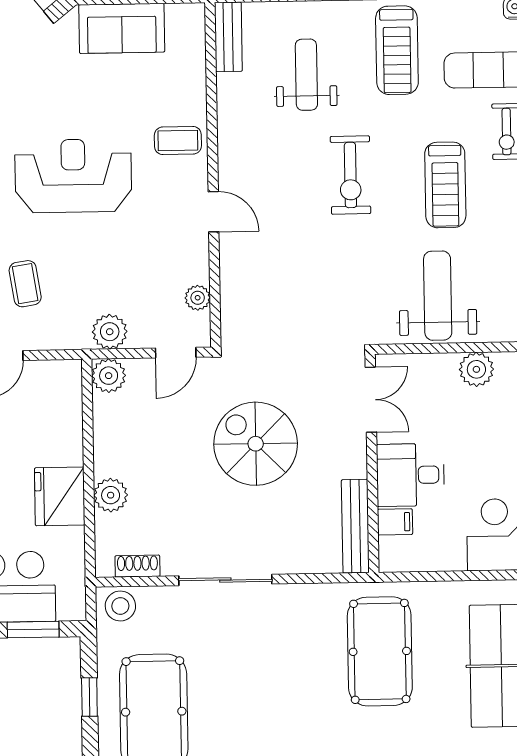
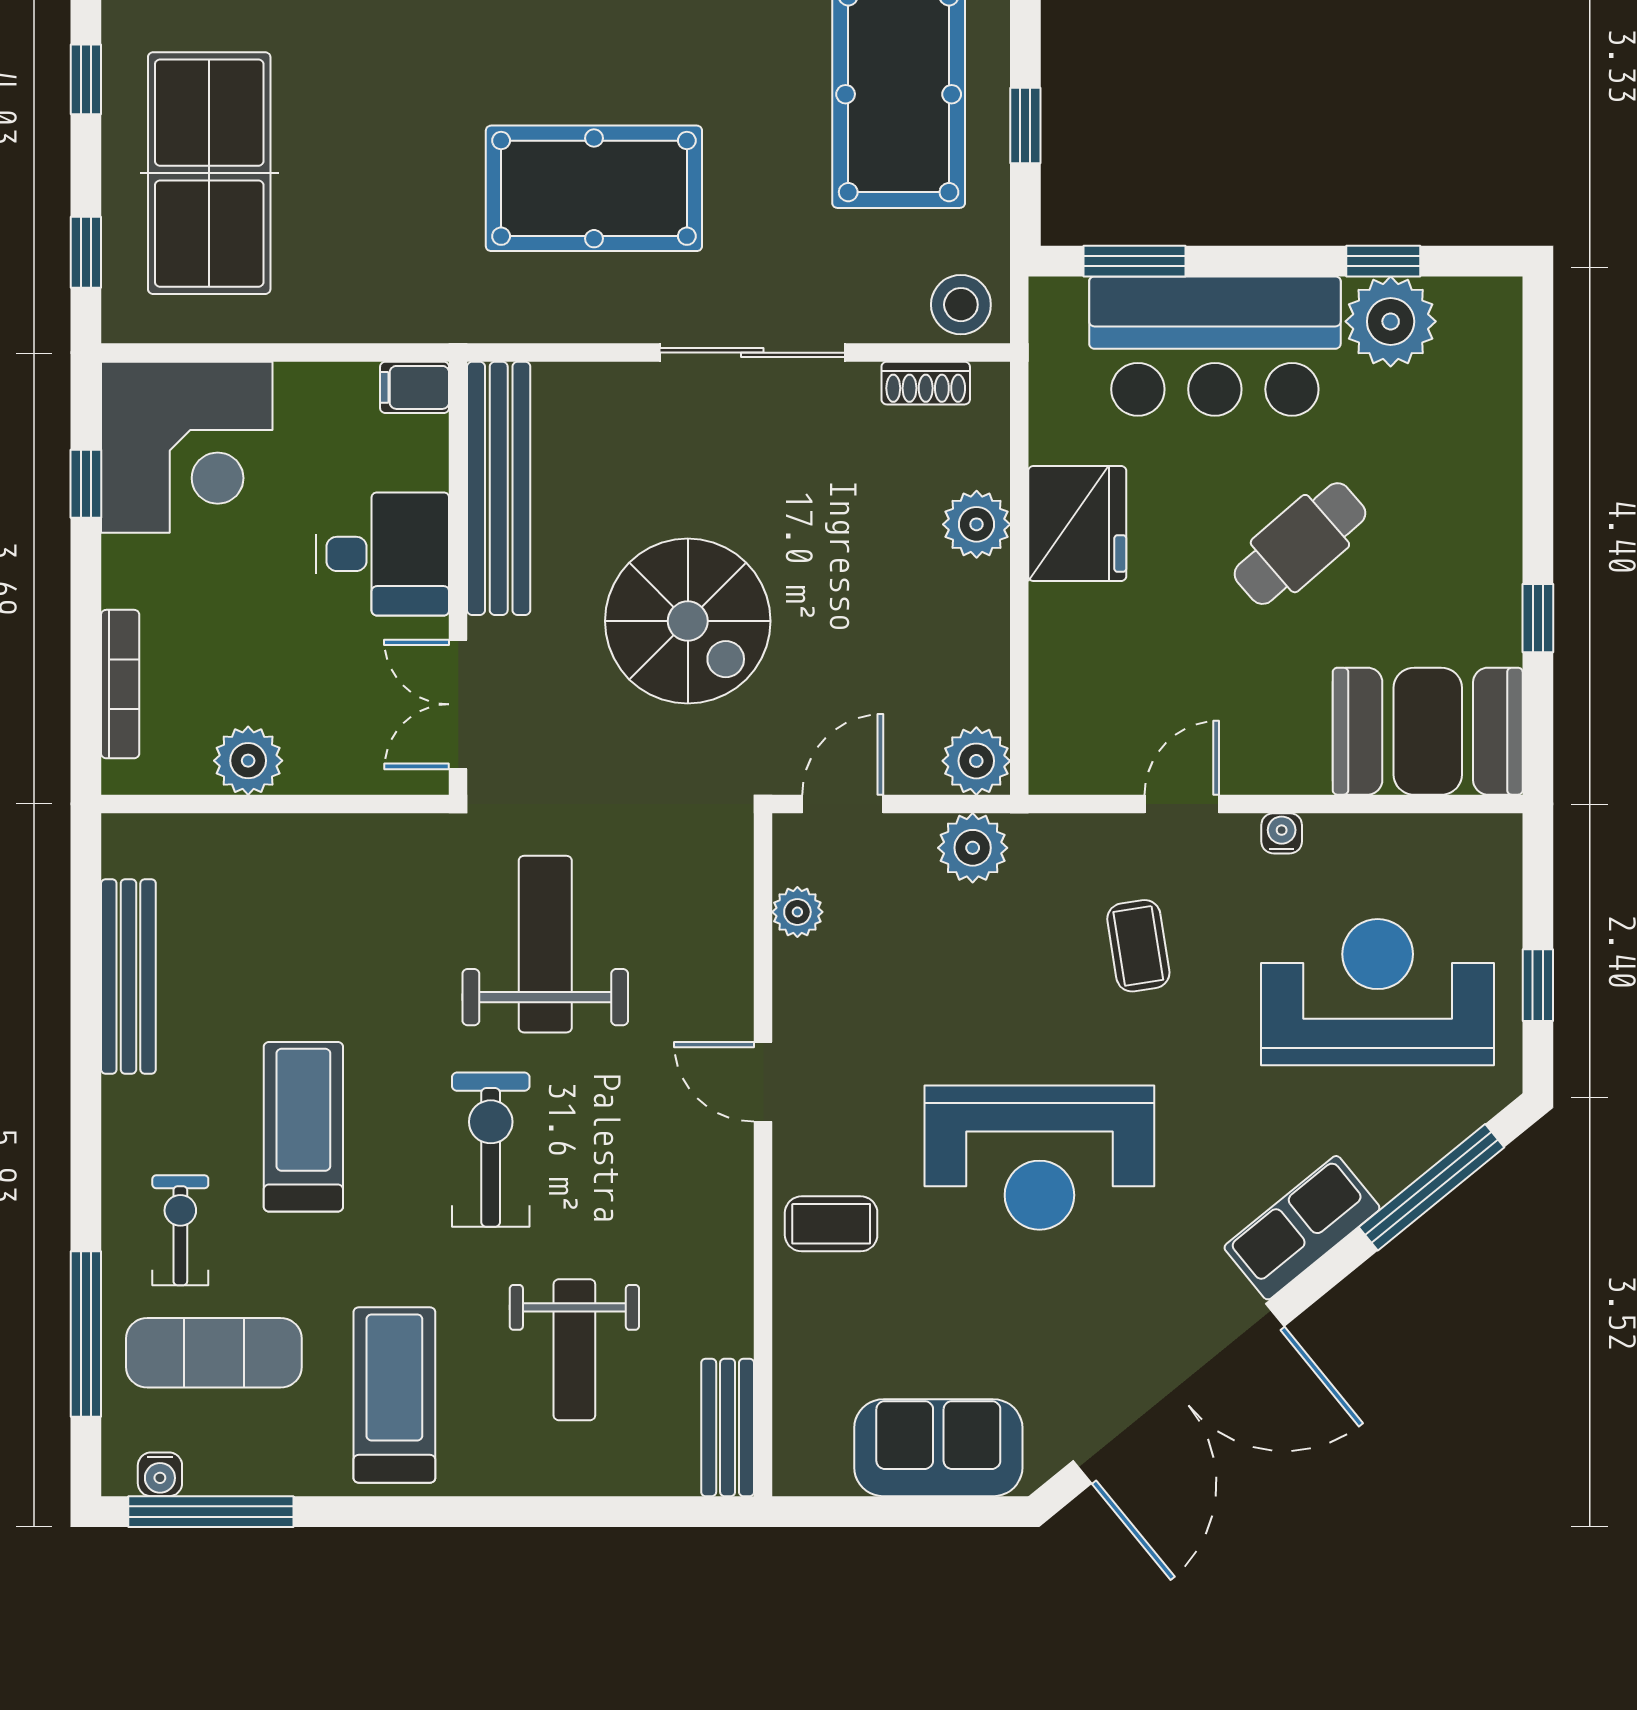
weight bench: (438, 296) -> (545, 944), moved, turned 180
filing cabinet: (395, 522) -> (415, 387), moved
bench: (355, 526) -> (499, 488), width x1.37, depth x1.21
pool table: (380, 651) -> (594, 188), moved, turned 90

